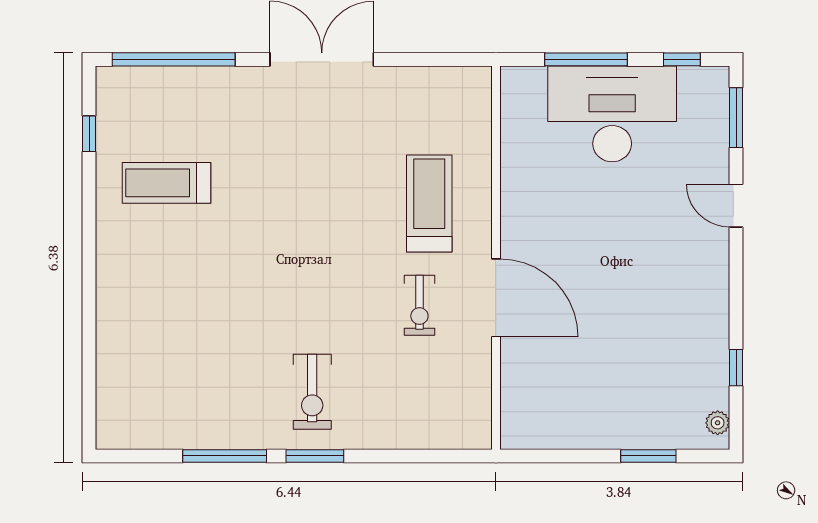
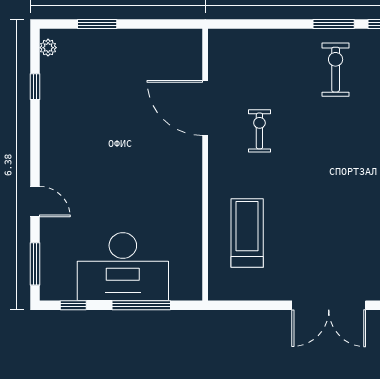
treadmill: (429, 203) -> (247, 233), moved, turned 180
door: (496, 298) -> (205, 108), moved

